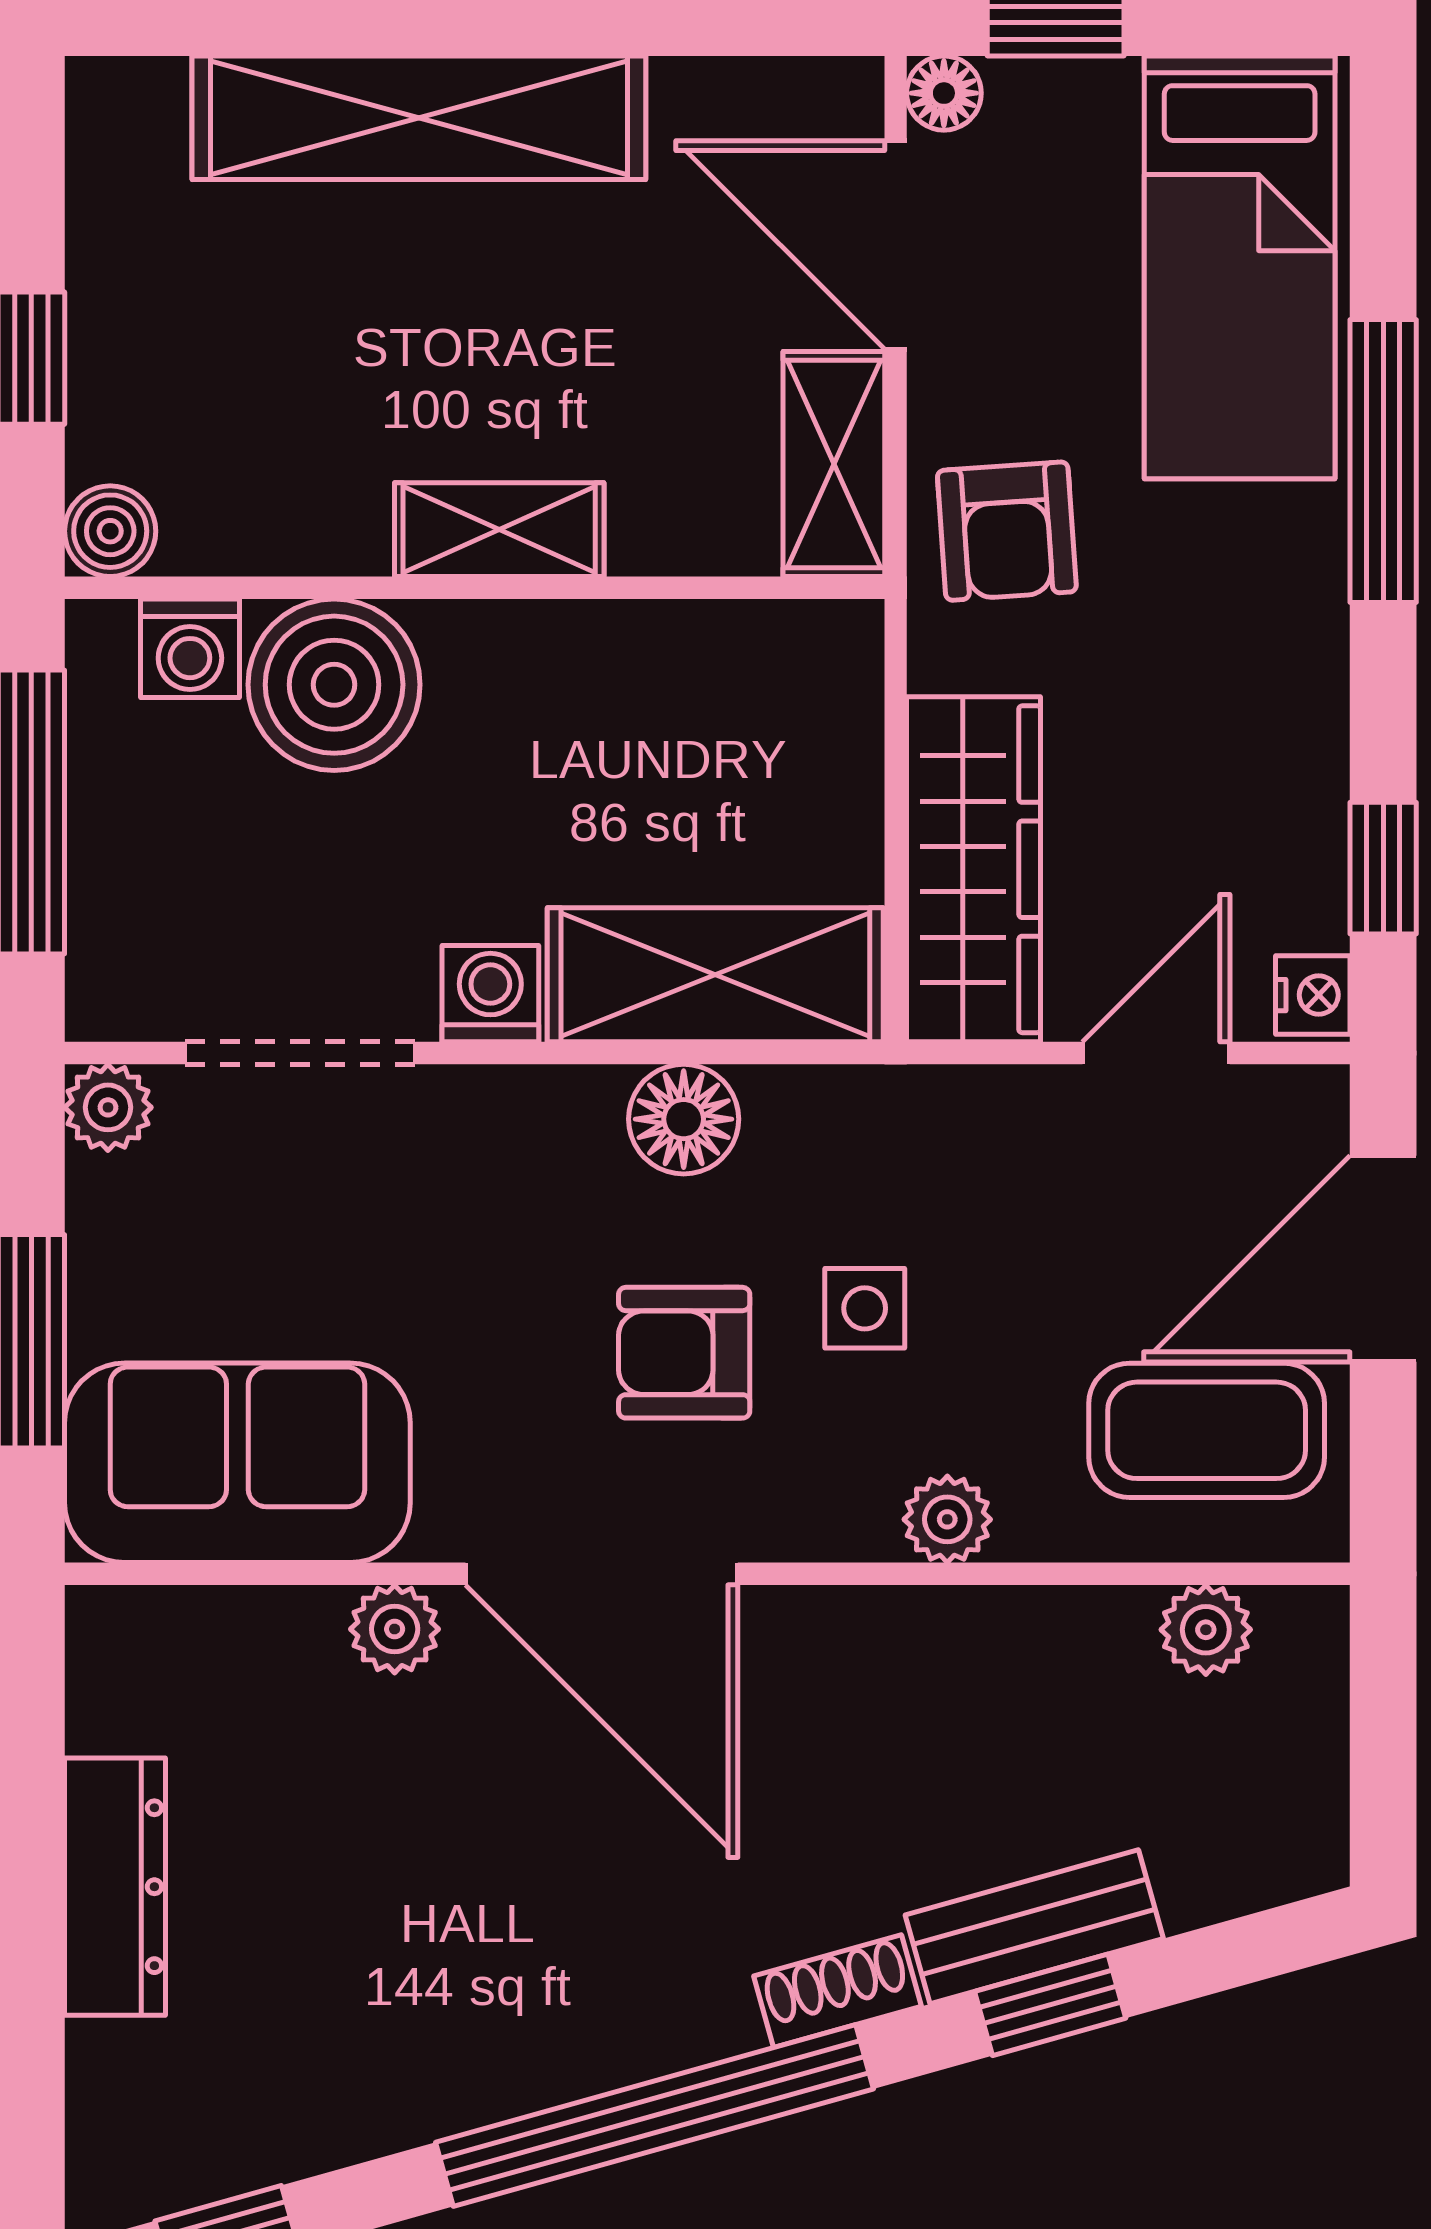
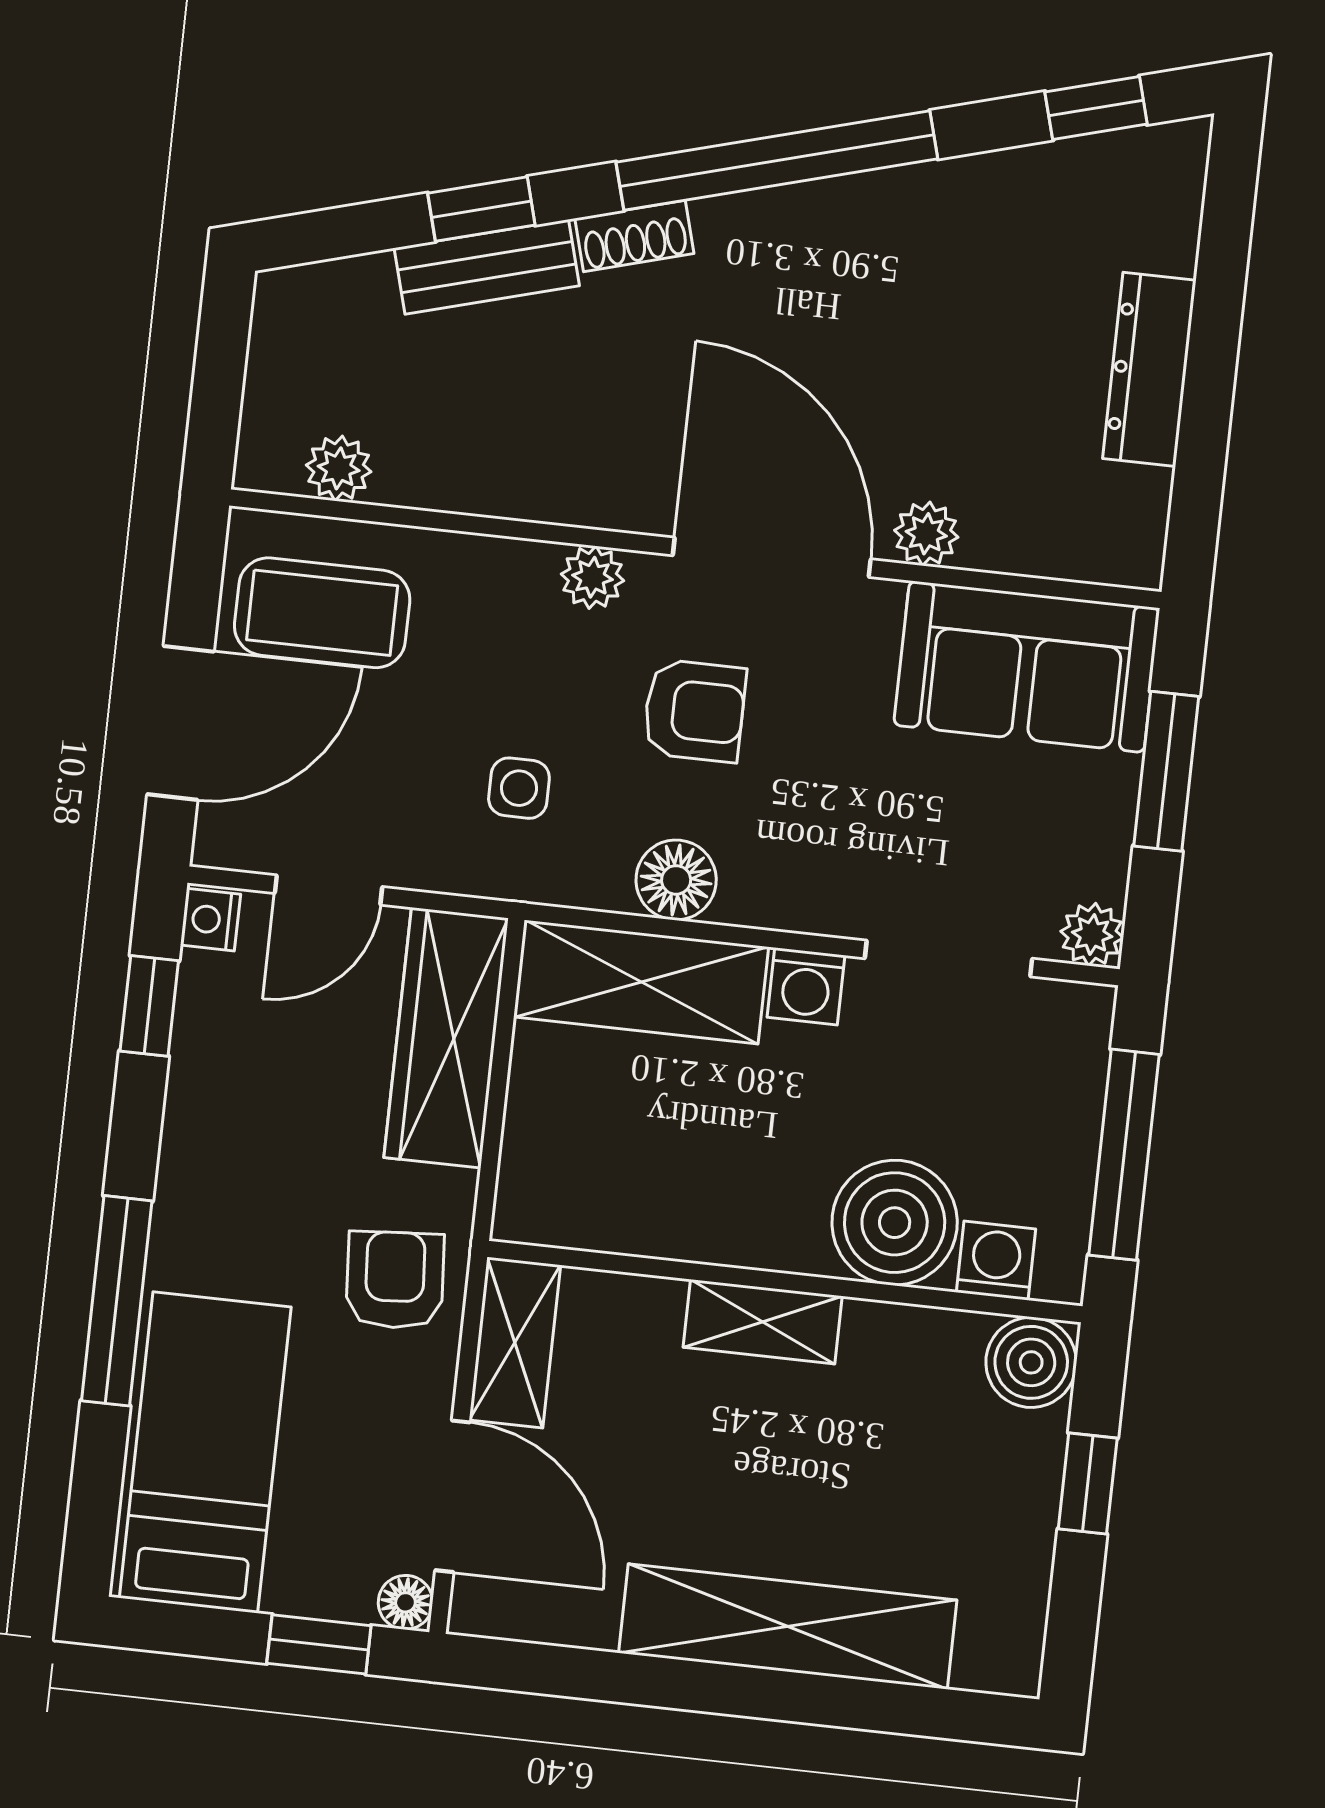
boiler: (110, 531) -> (1031, 1362), width x1.36, depth x1.36
side table: (865, 1308) -> (519, 788), moved
plant: (947, 1519) -> (592, 577), moved

